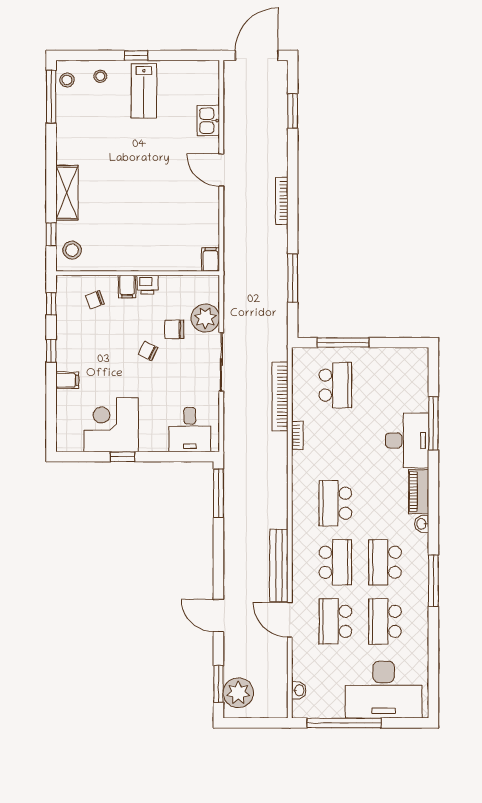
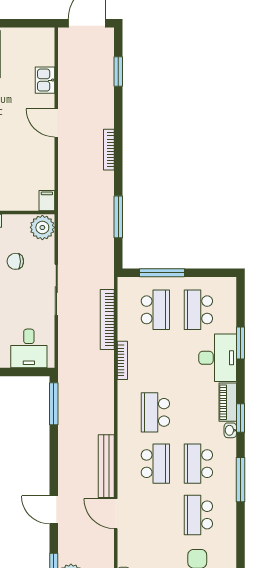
plant: (205, 318) -> (42, 227), moved
window: (433, 423) -> (240, 343), width x0.69
bookcase: (297, 435) -> (122, 360), width x1.56
window: (433, 510) -> (240, 418), added
school desk: (335, 621) -> (198, 310), moved

